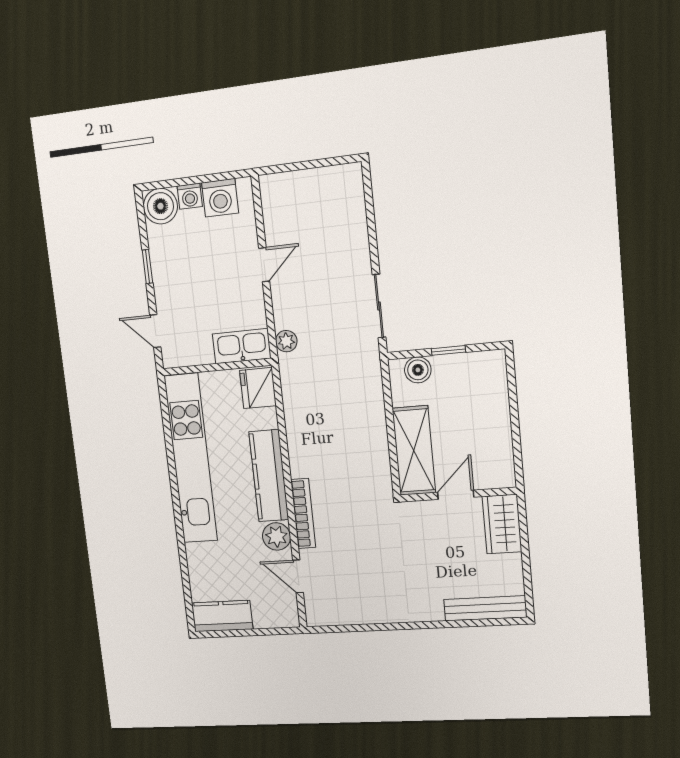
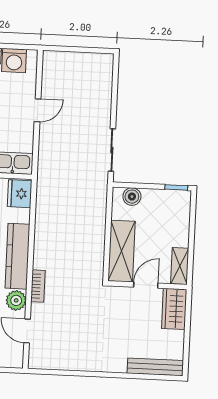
plant: (286, 341) -> (45, 164), removed
window: (448, 350) -> (176, 187), moved
shelving: (502, 462) -> (180, 266), added
bookcase: (303, 514) -> (38, 286), width x0.64

